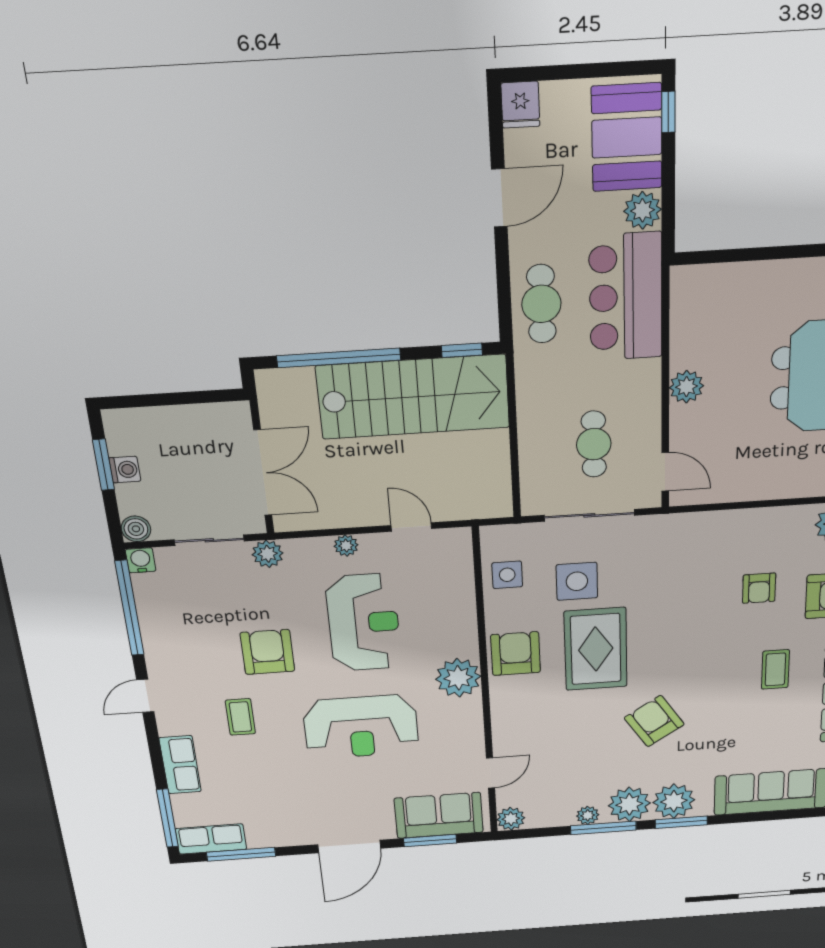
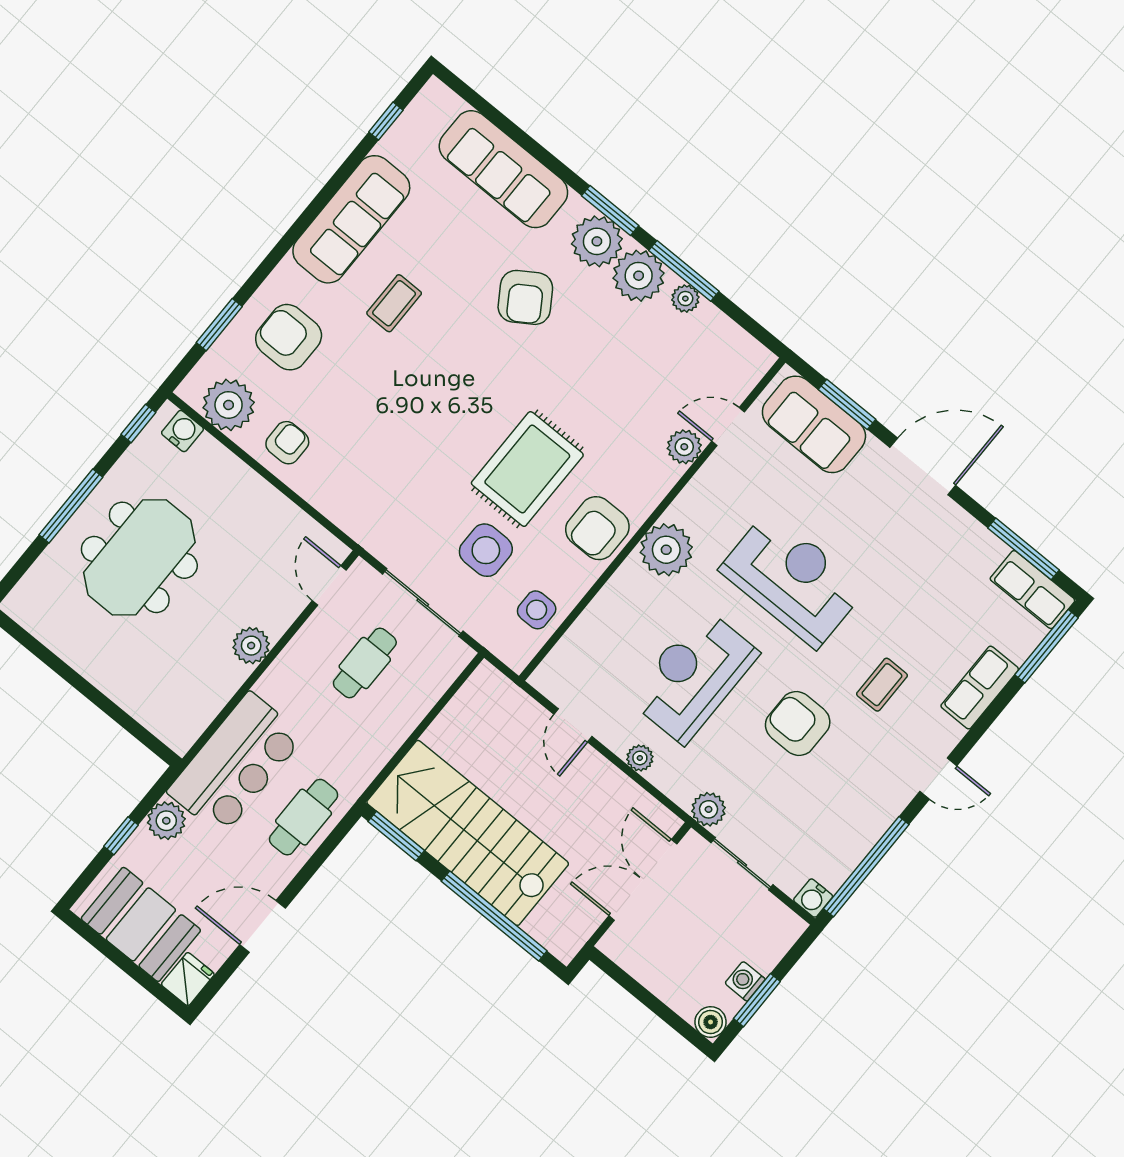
window: (668, 112) -> (121, 836), moved
booth: (627, 137) -> (141, 924), moved, turned 90
window: (462, 350) -> (396, 836), width x1.50
boiler: (136, 529) -> (711, 1022), moved
armchair: (759, 588) -> (287, 443), moved
armchair: (267, 652) -> (798, 724), turned 90
armchair: (654, 721) -> (525, 297), moved
plant: (511, 819) -> (684, 447), moved

